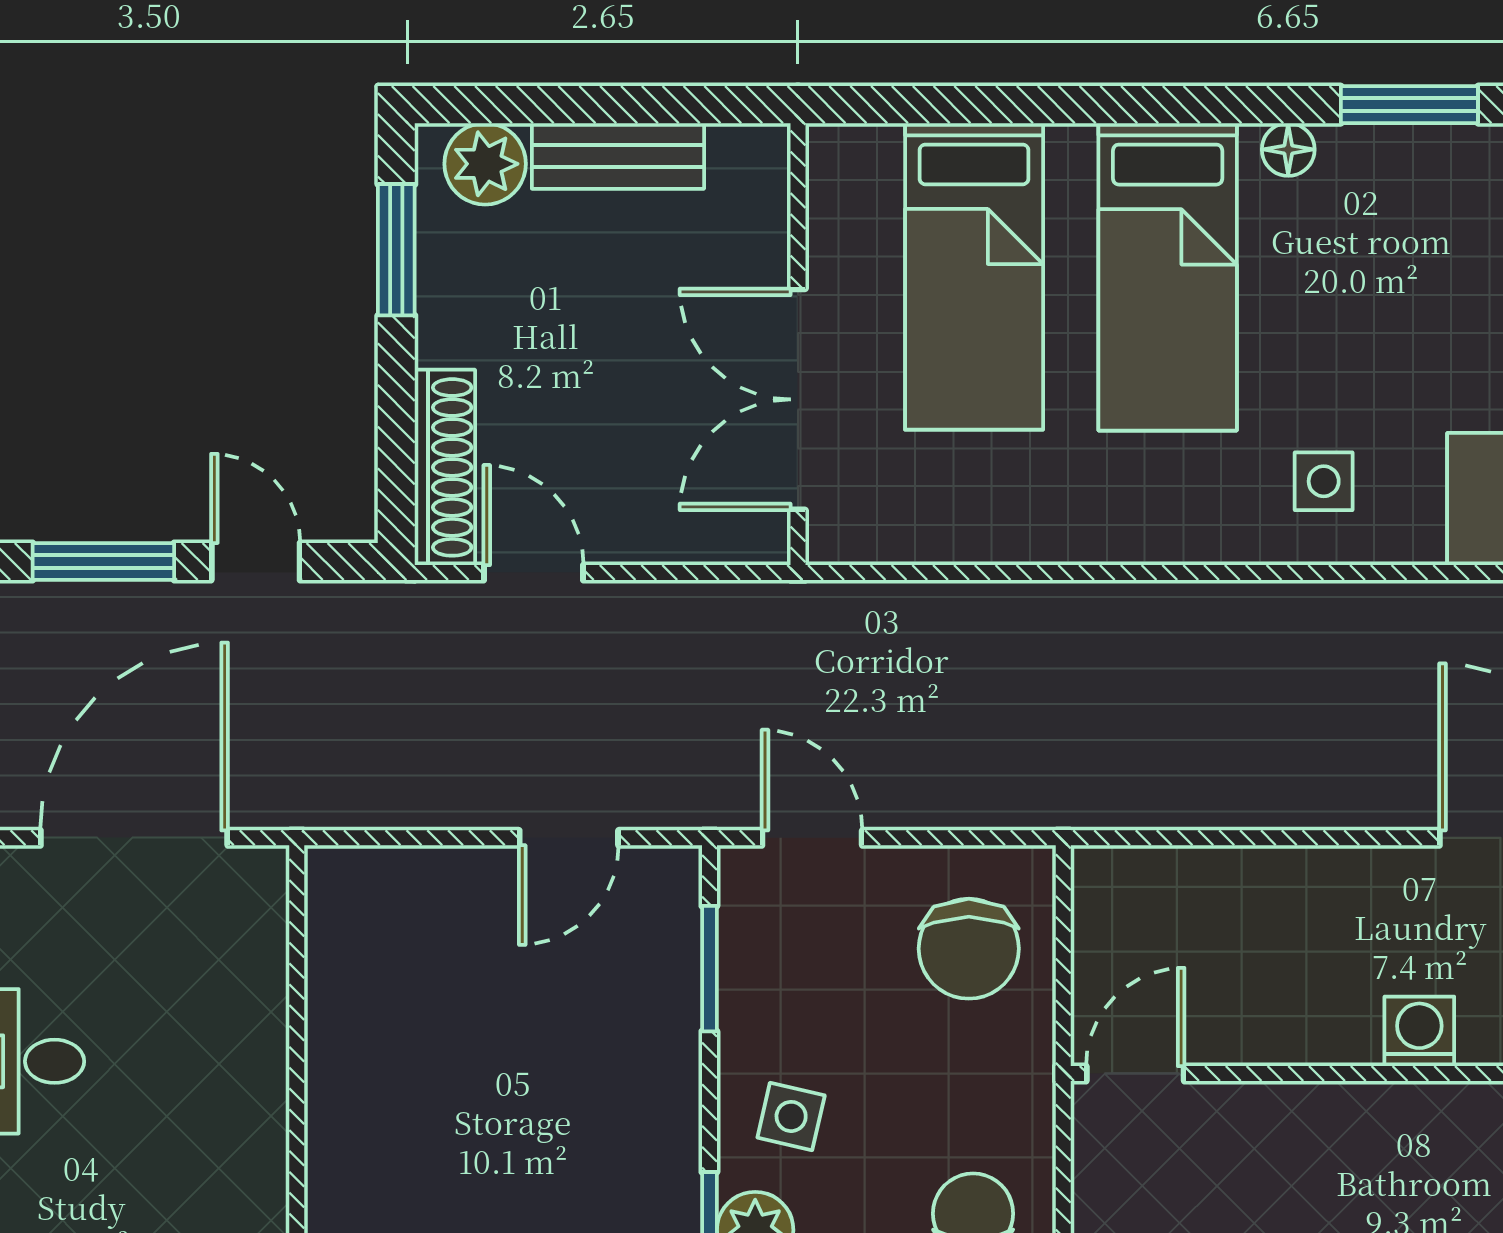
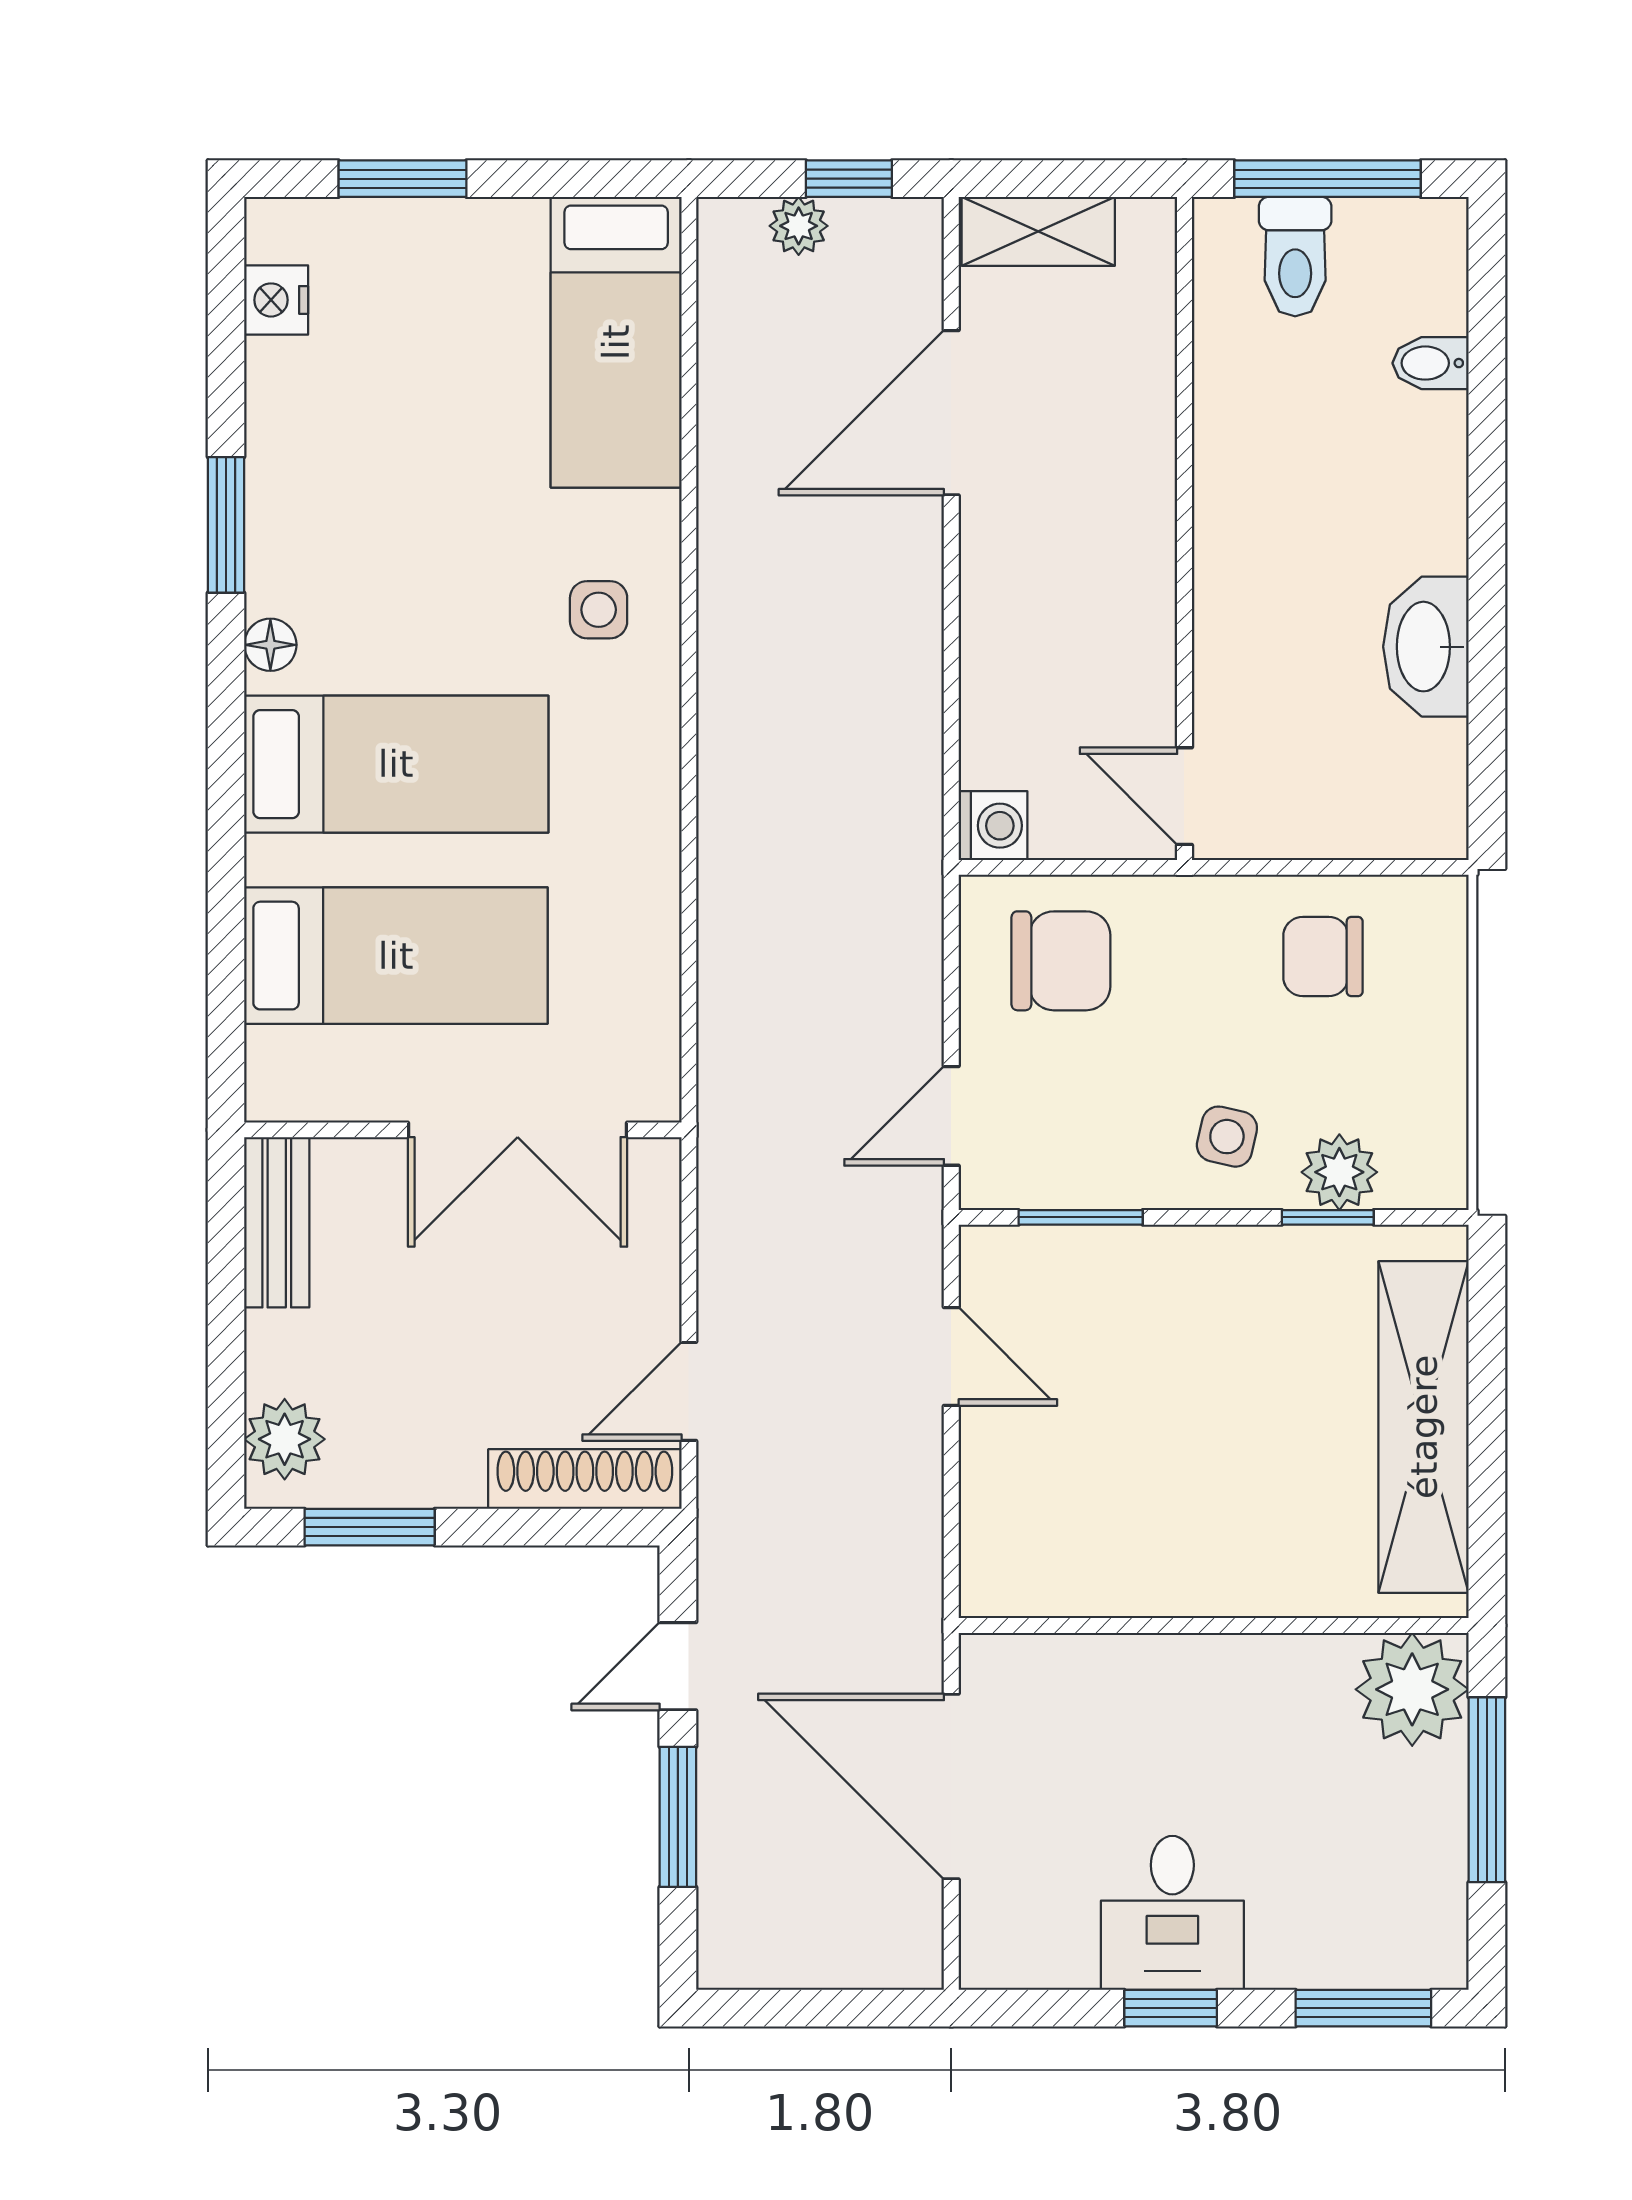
bench: (618, 156) -> (277, 1222), moved
washing machine: (1419, 1031) -> (993, 826), moved, turned 180

